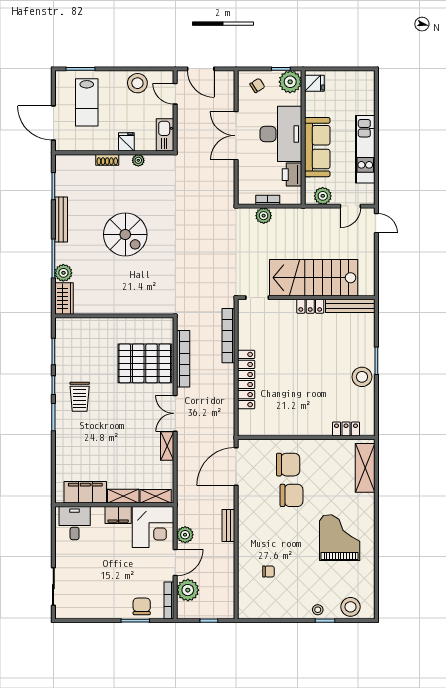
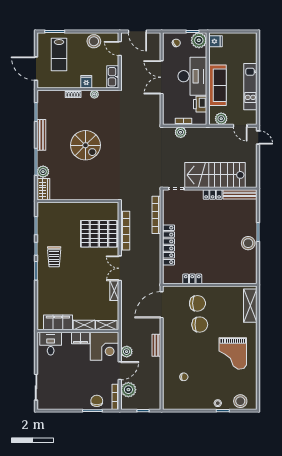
door: (350, 206) -> (240, 126), hinge flipped
locker: (346, 429) -> (192, 279), moved
grand piano: (340, 538) -> (233, 354), turned 180

